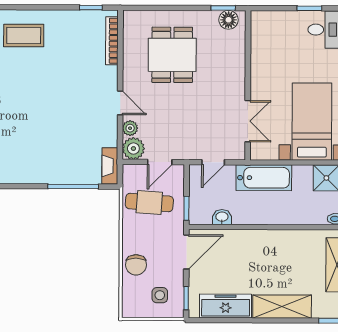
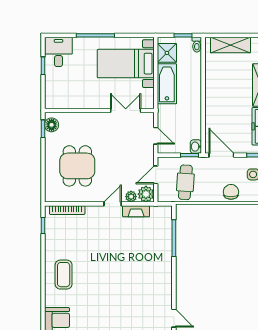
dining table: (172, 55) -> (77, 166), turned 90
door: (160, 162) -> (156, 175), swing flipped
fireplace: (110, 166) -> (136, 211), moved
bathtub: (264, 178) -> (167, 84), moved
washbasin: (222, 217) -> (196, 147), moved
chair: (136, 265) -> (231, 192), turned -90

